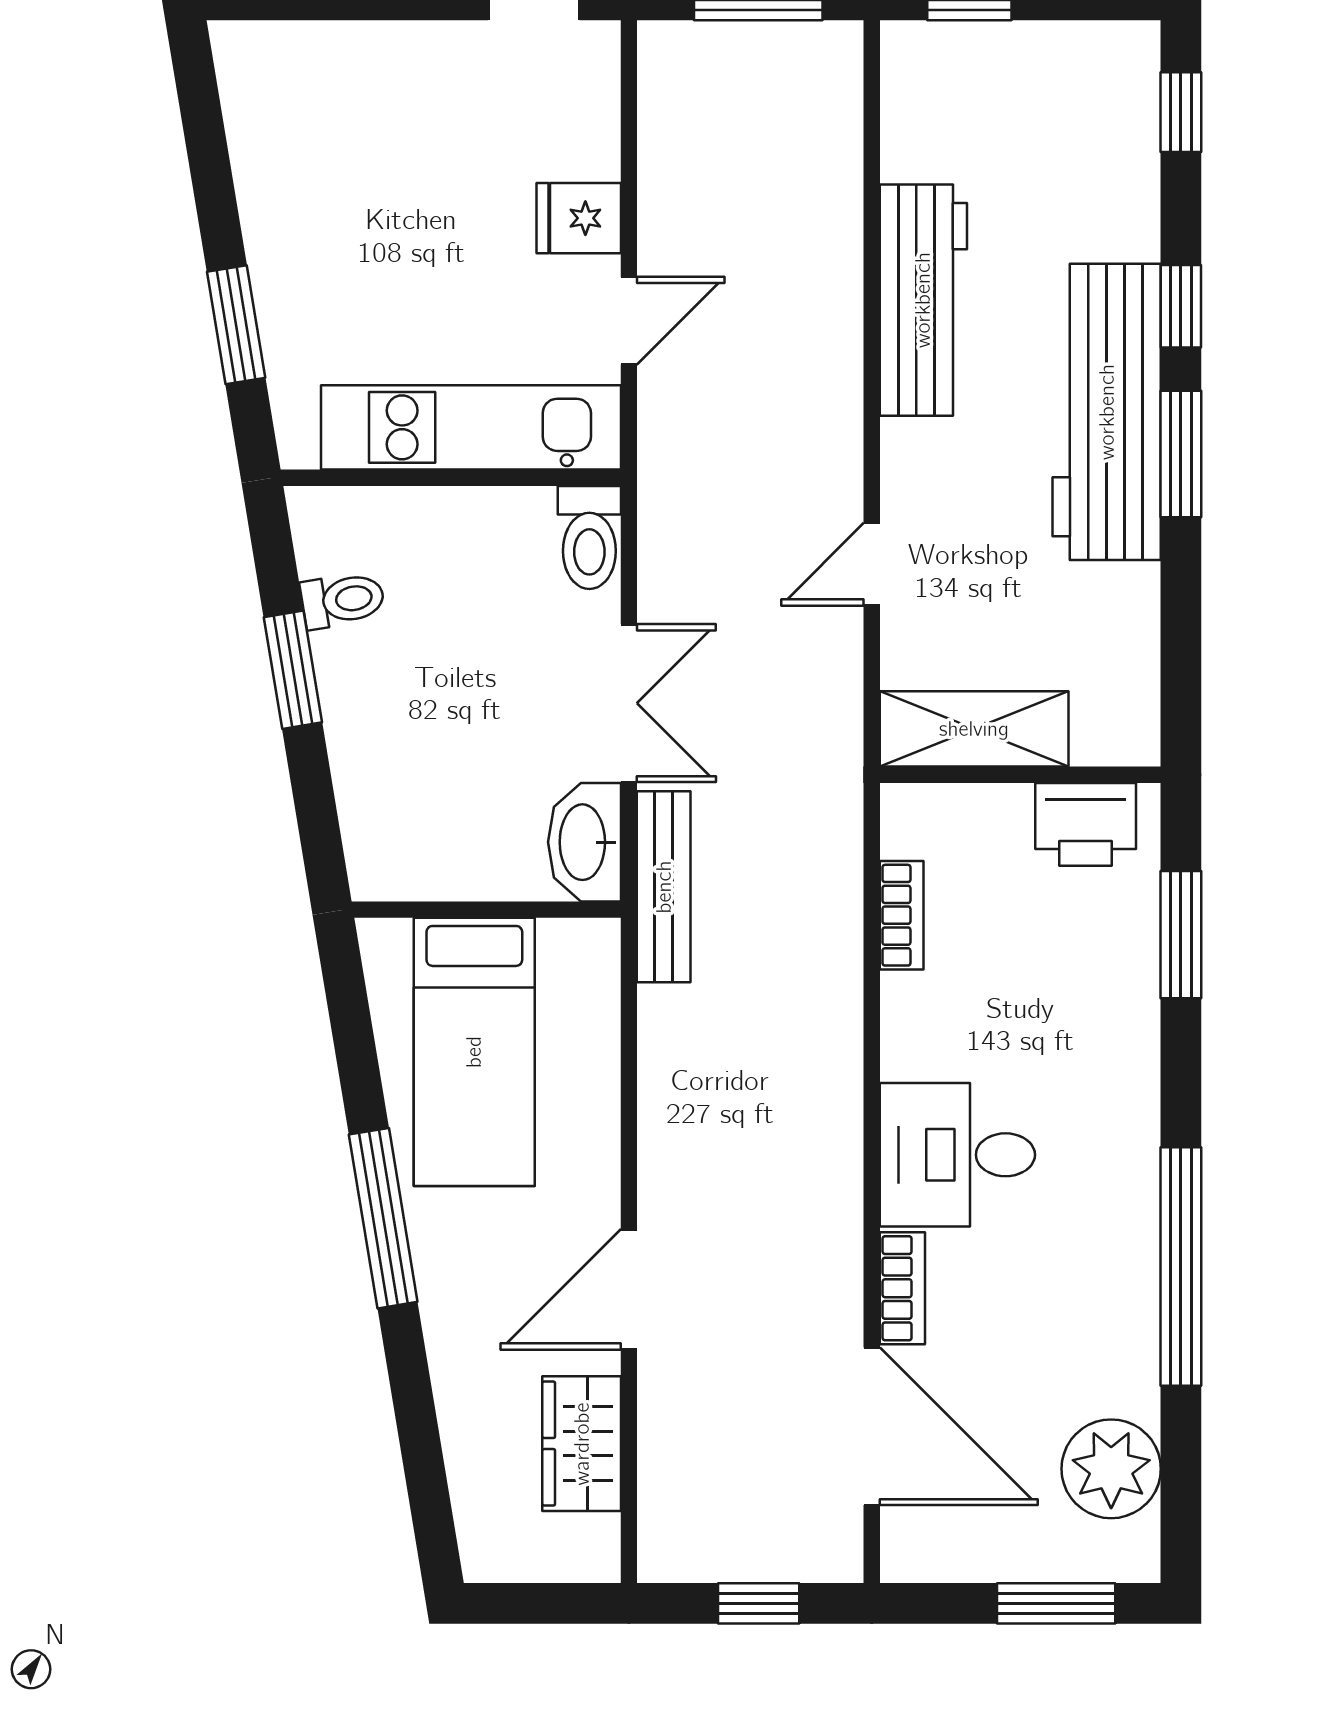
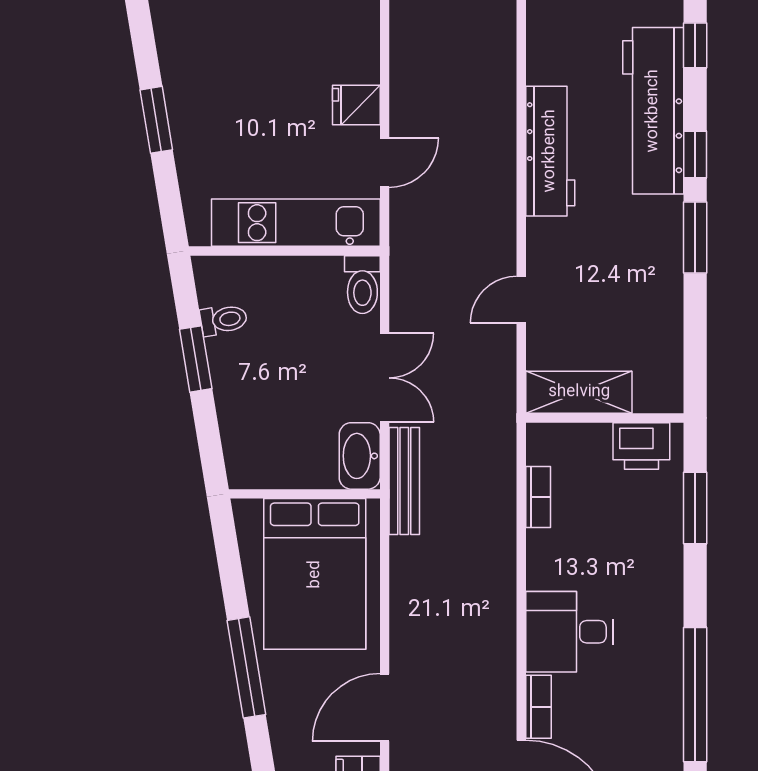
window: (236, 325) -> (156, 120), moved
workbench: (1107, 412) -> (653, 111), moved
bed: (474, 1052) -> (315, 574), width x1.50

